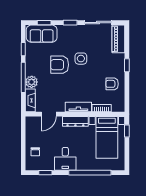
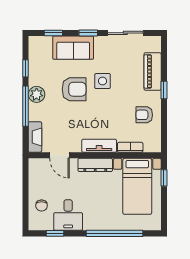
sofa: (42, 34) -> (73, 48), moved
piano: (118, 39) -> (153, 71), moved
armchair: (60, 65) -> (74, 89), turned 180
plant: (32, 82) -> (37, 94), moved
door: (49, 114) -> (59, 155), hinge flipped
desk: (65, 159) -> (68, 215), moved

